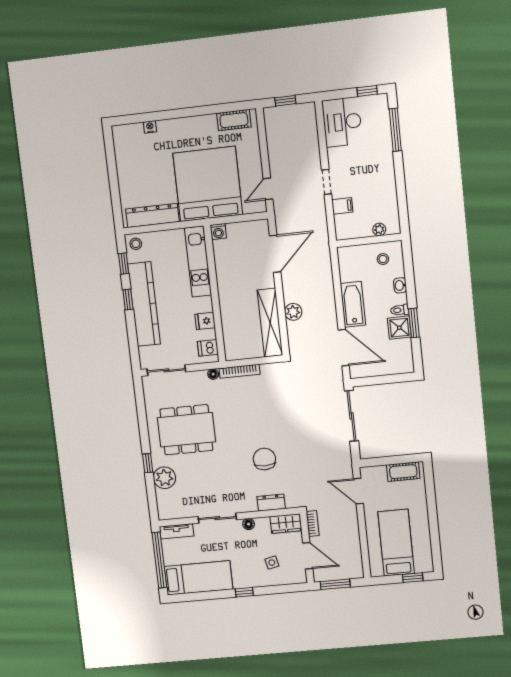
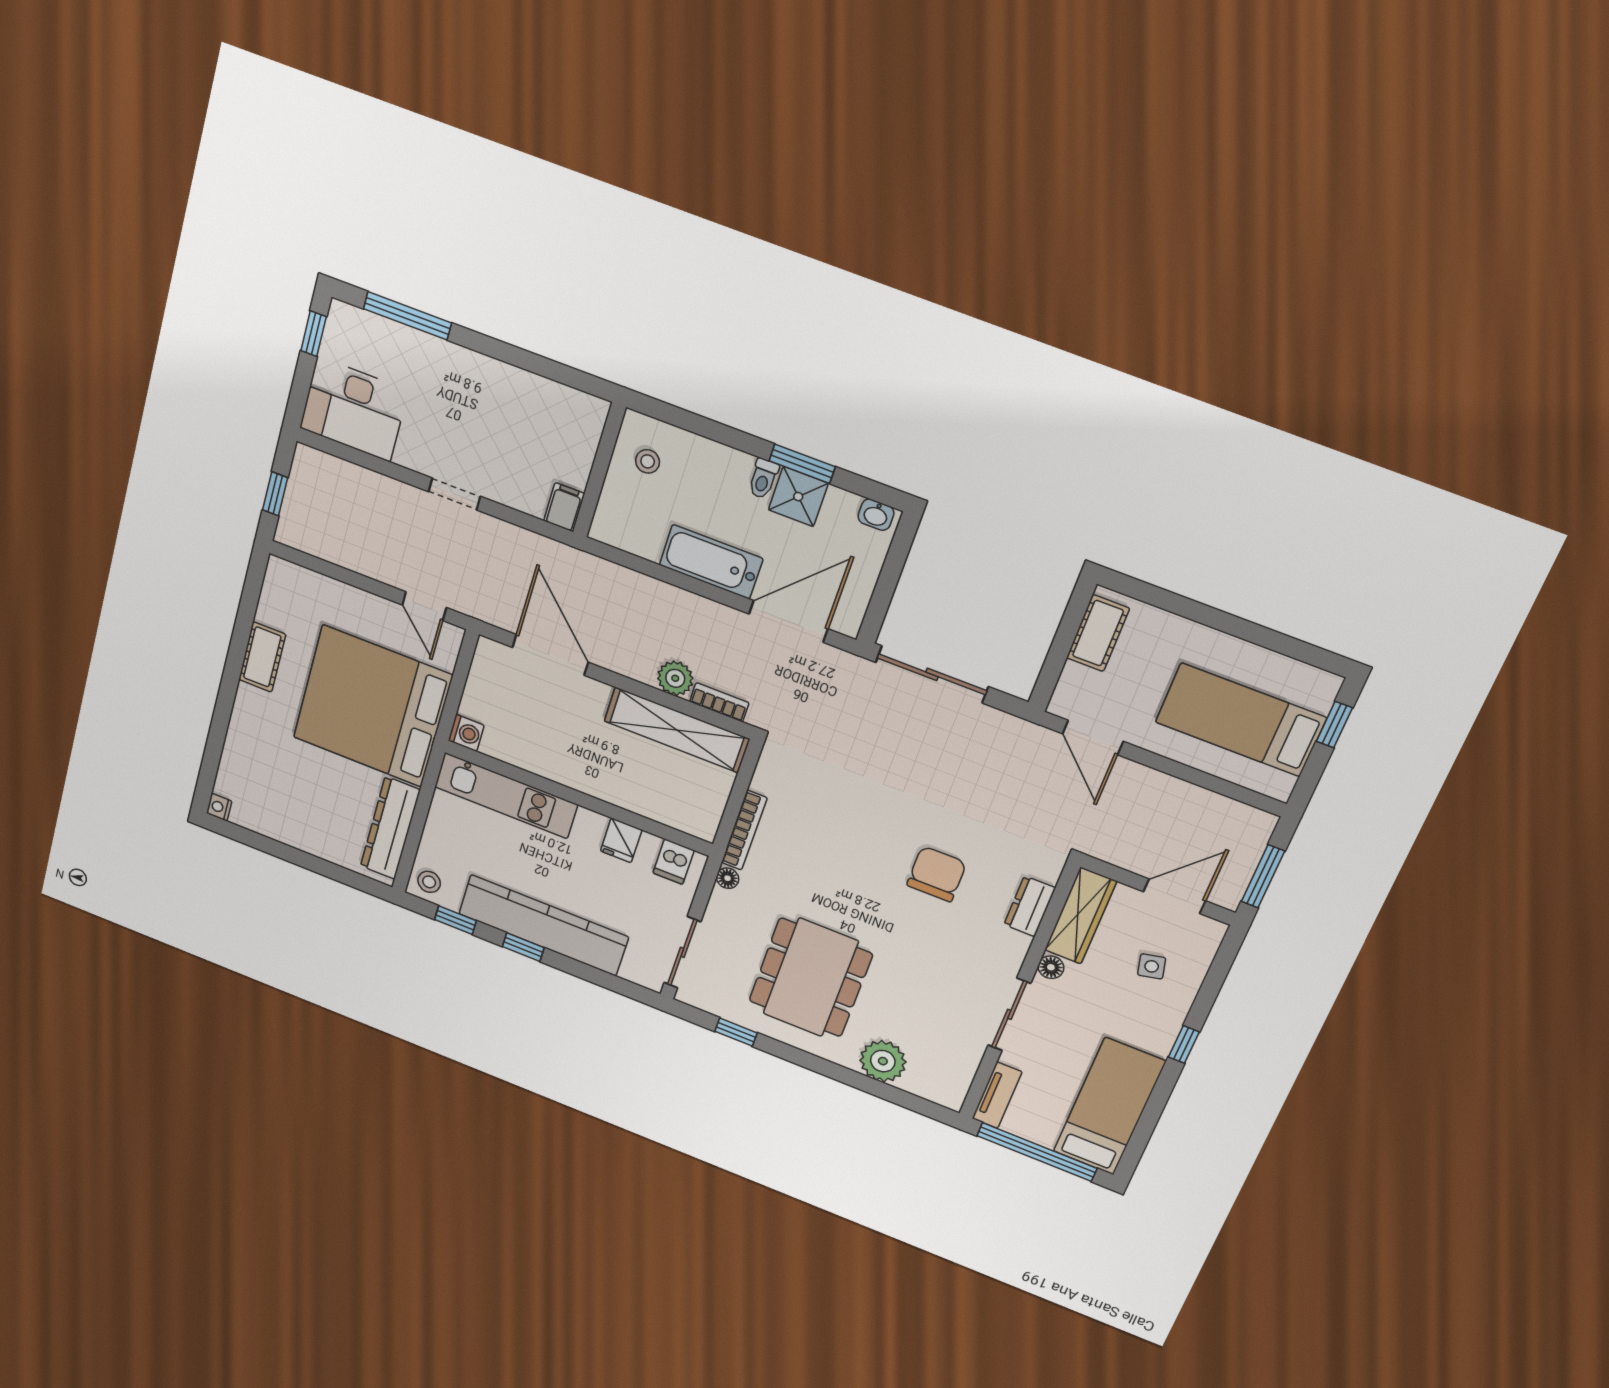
cot: (234, 120) -> (262, 657), moved
nightstand: (150, 127) -> (219, 807), moved
filing cabinet: (342, 206) -> (564, 507), moved
plant: (379, 229) -> (587, 440), removed
washbasin: (400, 285) -> (876, 515), moved
chair: (264, 459) -> (937, 874), turned 90
window: (148, 463) -> (736, 1032), moved
door: (358, 491) -> (1093, 738), hinge flipped
wardrobe: (286, 524) -> (1080, 916), width x1.50
bookcase: (313, 524) -> (719, 702), moved

